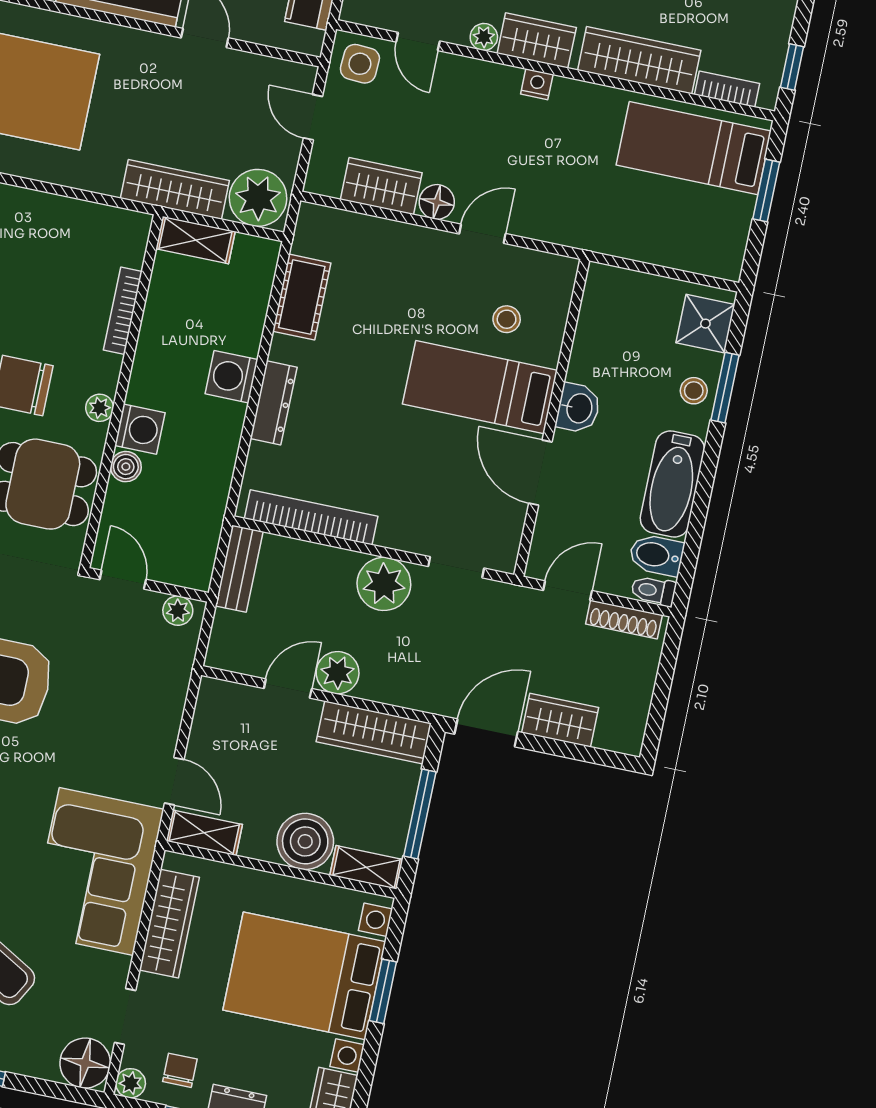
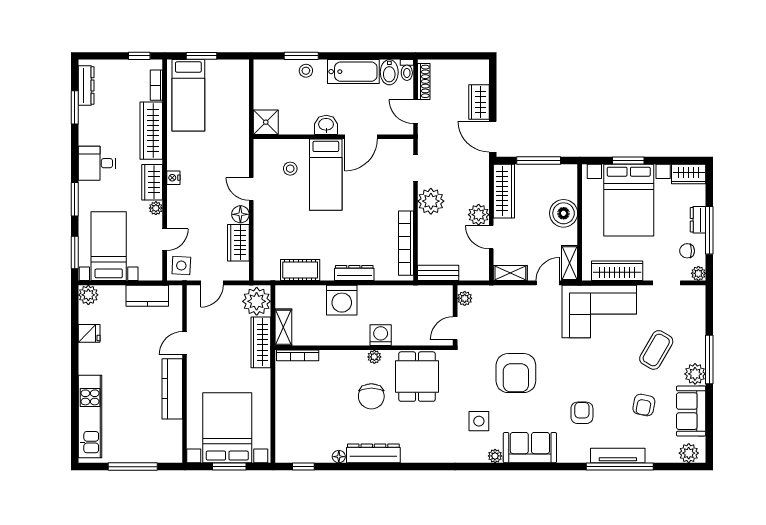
bookcase: (123, 311) -> (298, 355), moved
shower: (705, 324) -> (266, 122), moved
washing machine: (231, 377) -> (342, 300), width x1.37, depth x1.37
boiler: (126, 467) -> (400, 338), removed
shelving: (366, 867) -> (510, 273), moved, turned 90
floor lamp: (85, 1063) -> (693, 297), removed

